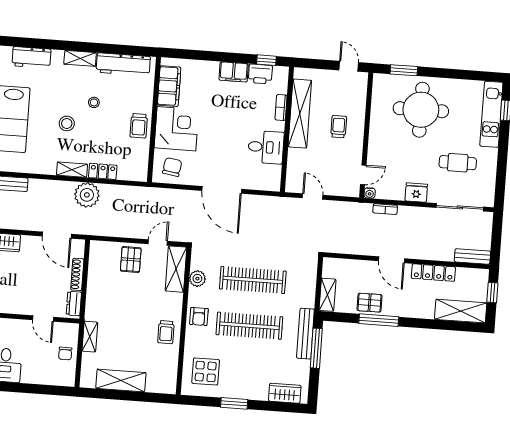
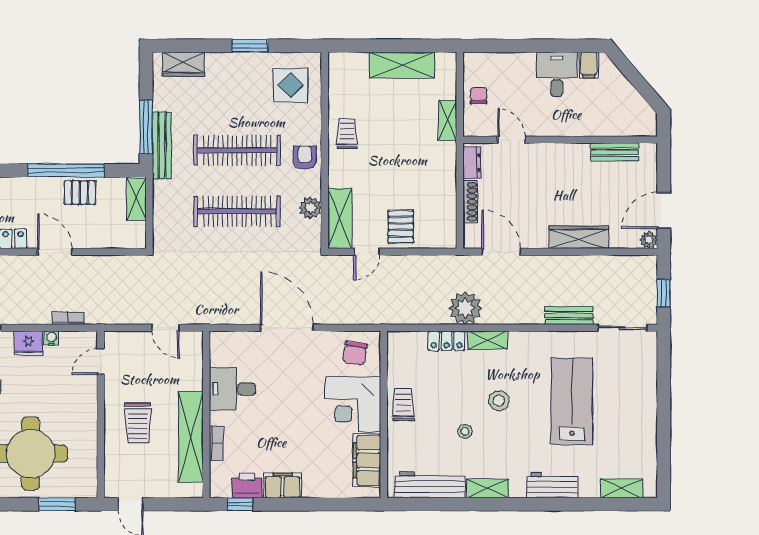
trolley: (339, 127) -> (138, 423), width x1.36, depth x1.39
water cooler: (370, 193) -> (52, 338), moved
window: (379, 320) -> (66, 170), width x1.46

